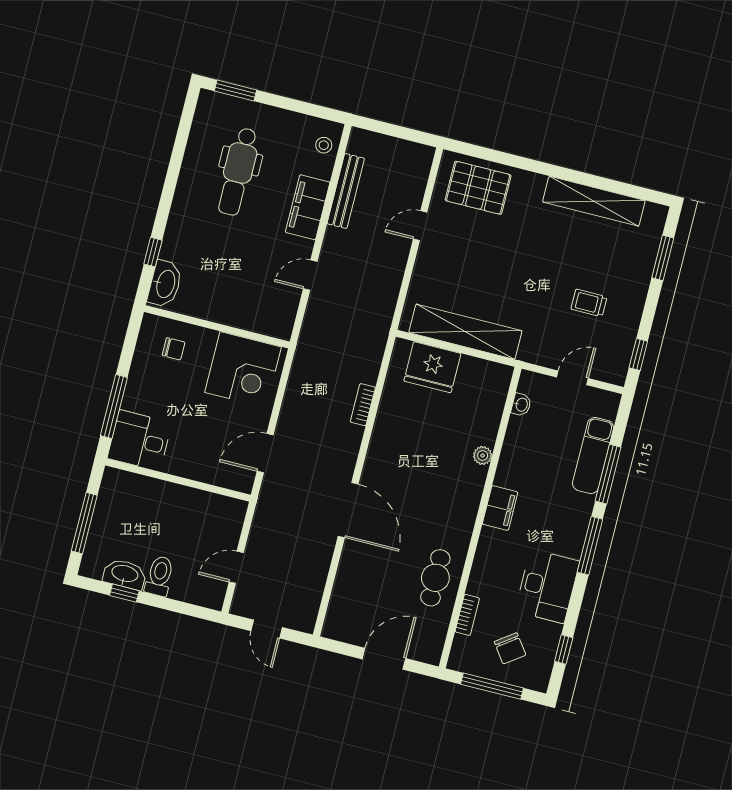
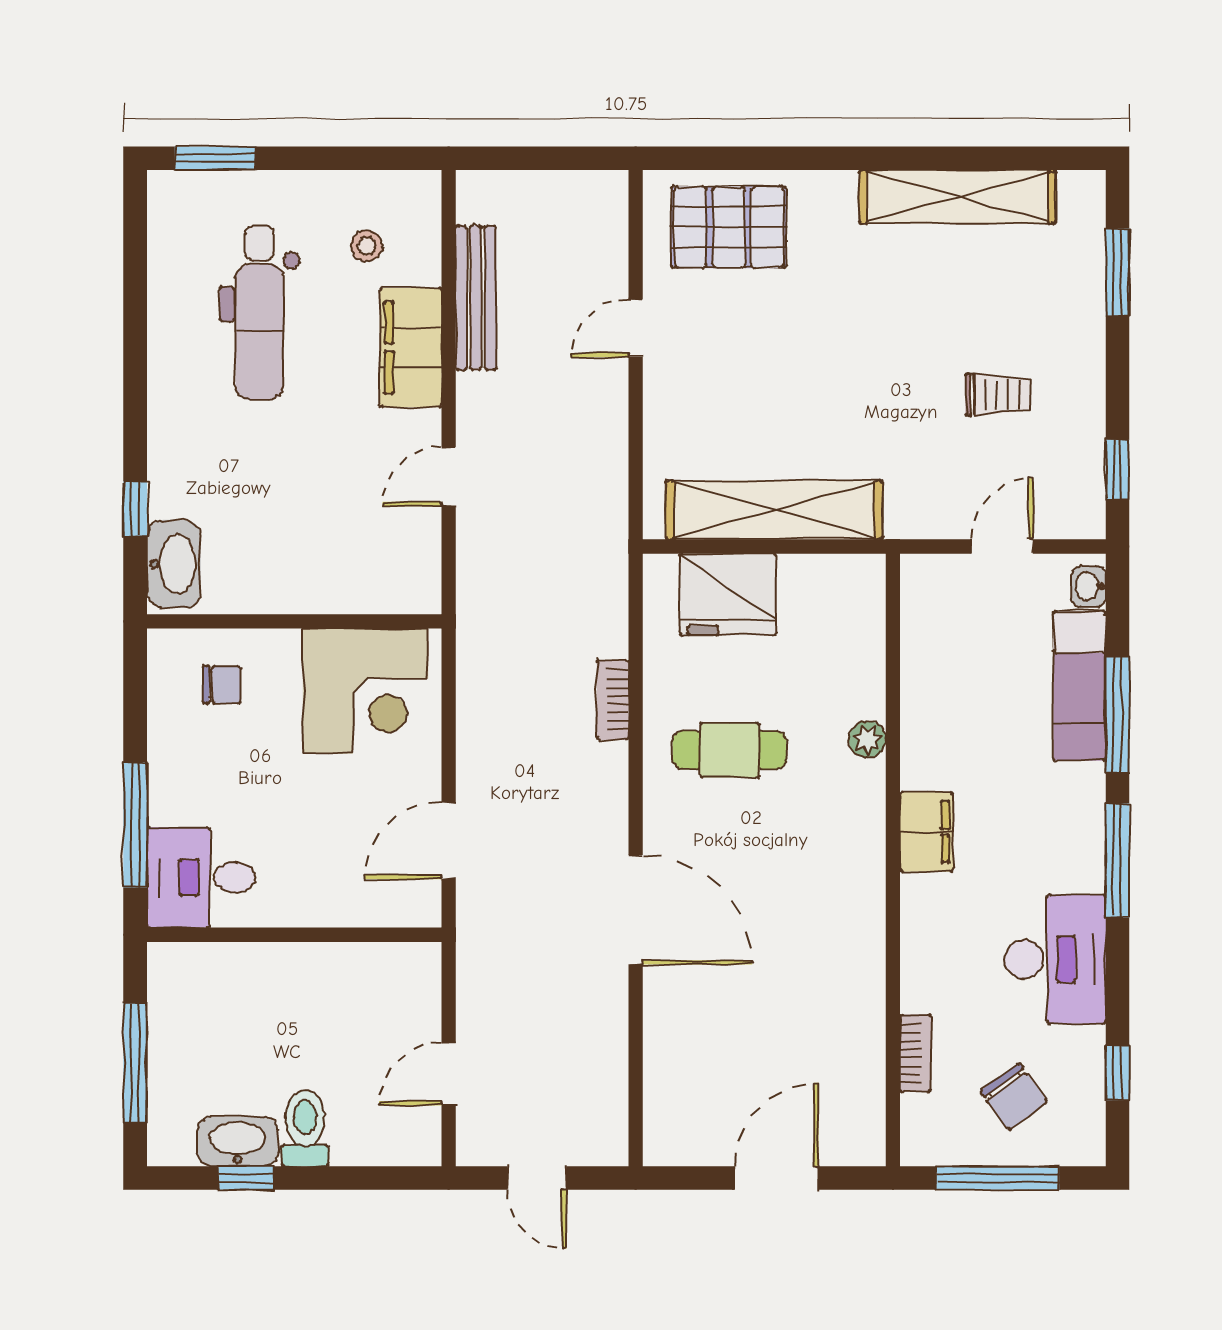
stool: (324, 145) -> (367, 246), moved
trolley: (589, 303) -> (998, 395), turned 180
washbasin: (521, 405) -> (1089, 586), moved, turned 180
cafe table: (435, 578) -> (730, 750), moved, turned 90

